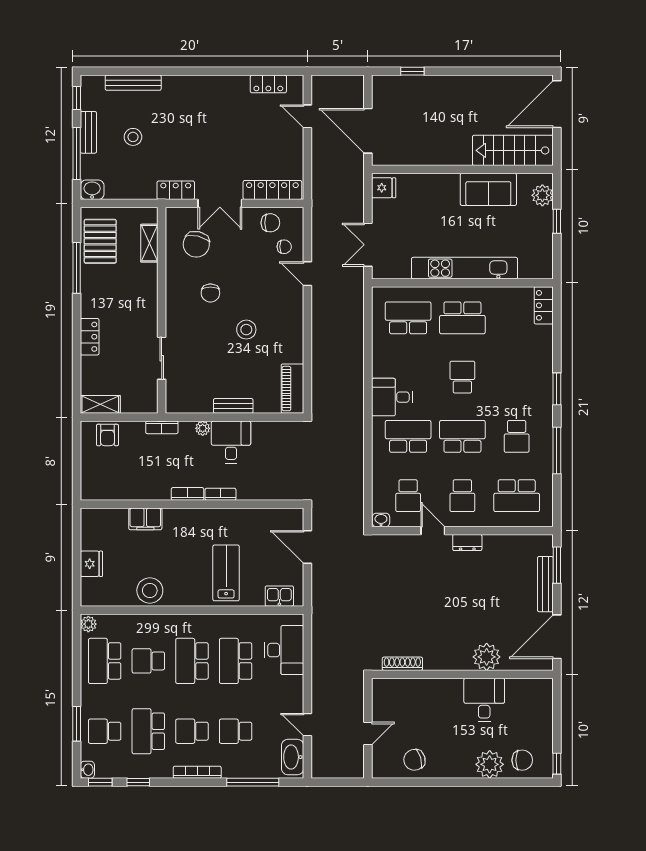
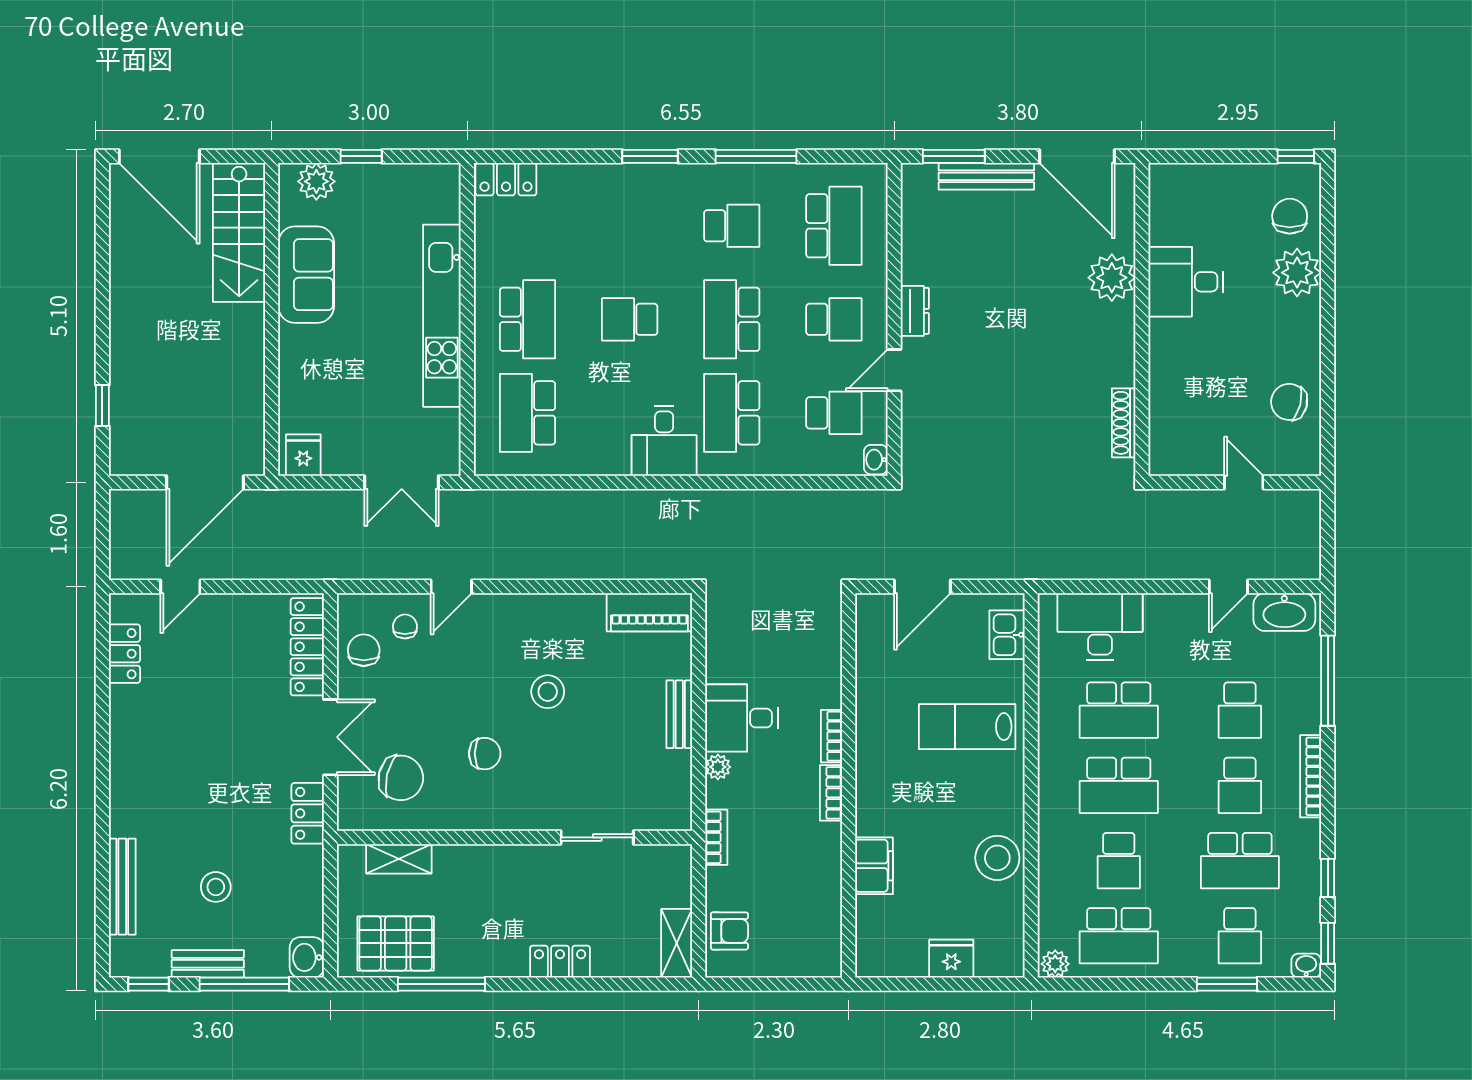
chair: (414, 760) -> (1289, 402), turned 120

